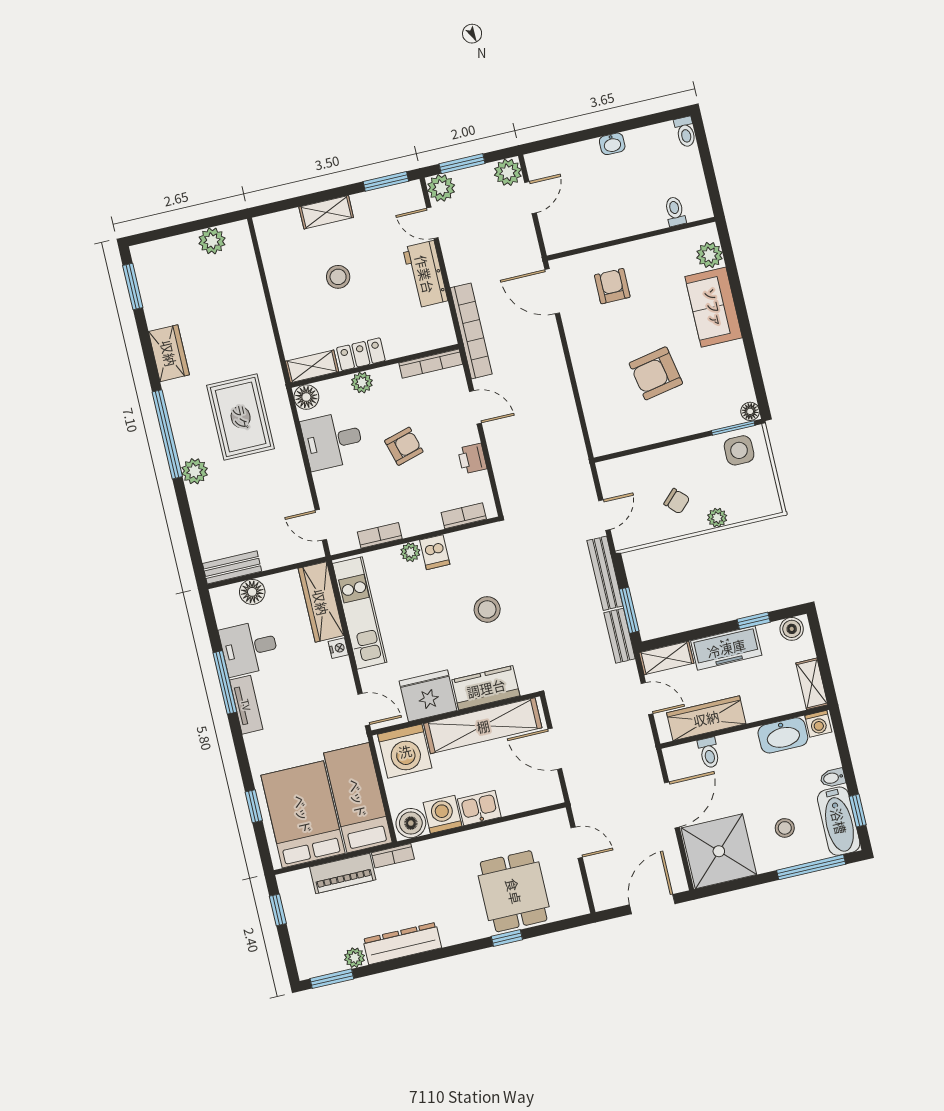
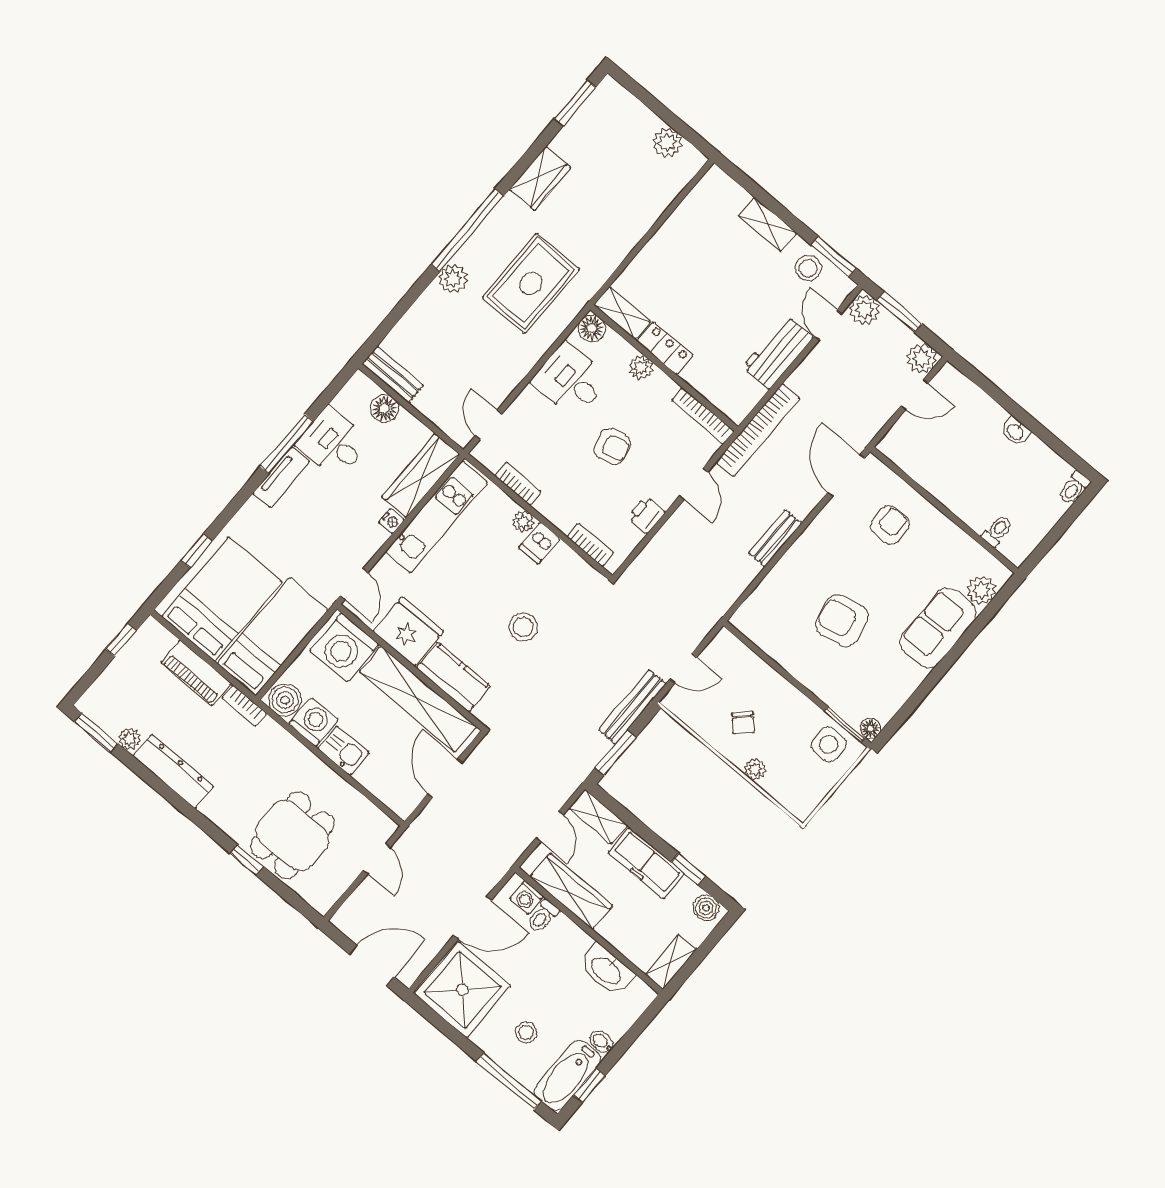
stool: (338, 277) -> (808, 268), moved
bench: (620, 636) -> (775, 538), moved
washing machine: (818, 724) -> (526, 898), moved

